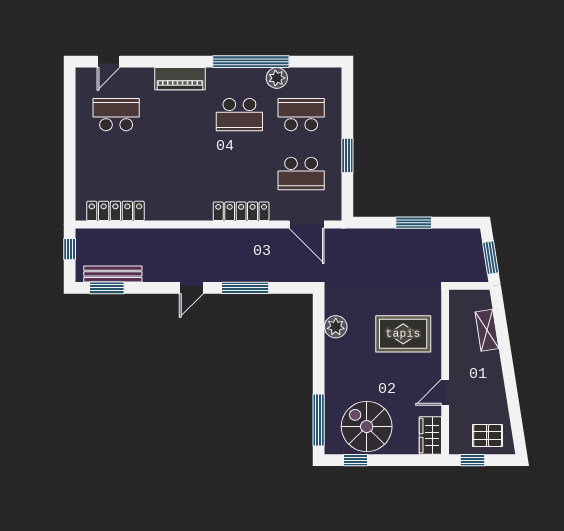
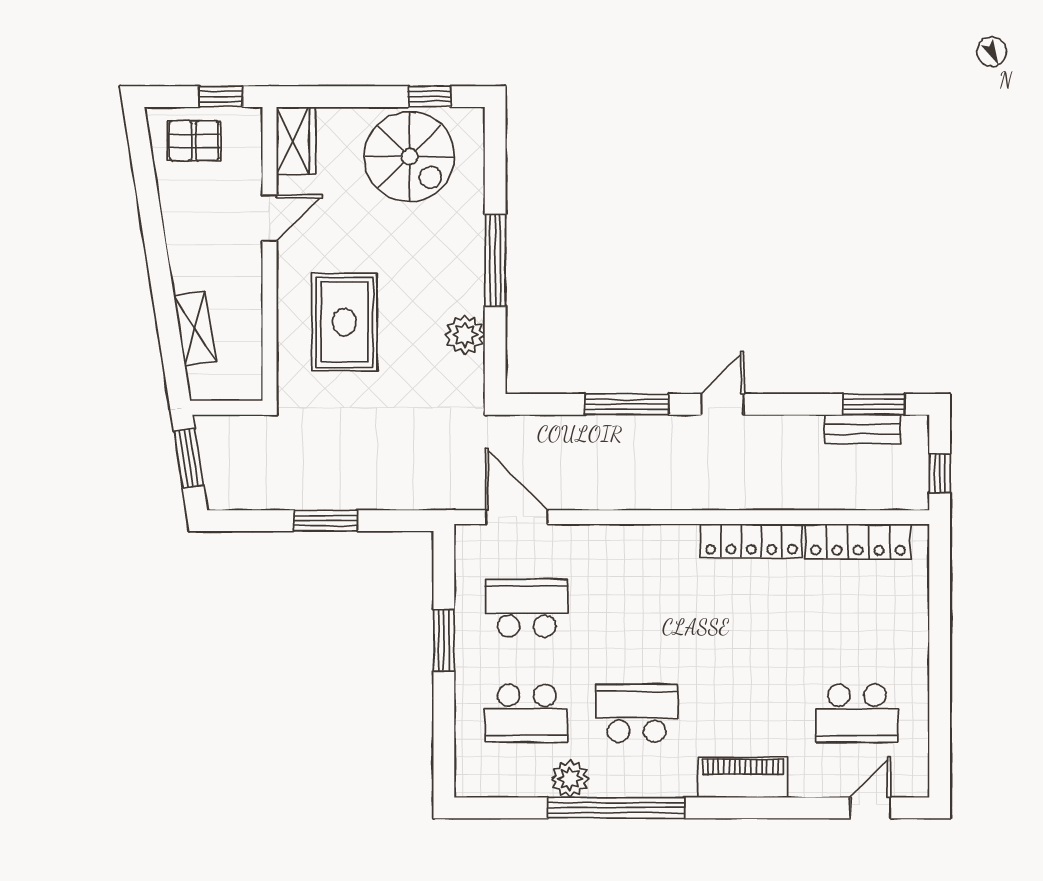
locker: (241, 211) -> (751, 541), moved
bench: (113, 274) -> (863, 429), width x0.73
rug: (403, 334) -> (344, 322), turned 90
window: (319, 420) -> (495, 260), moved

